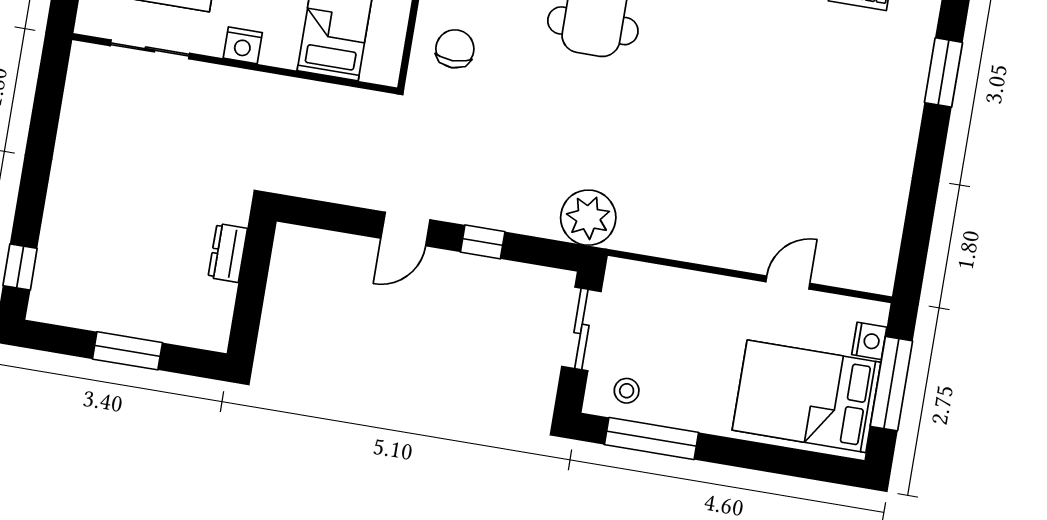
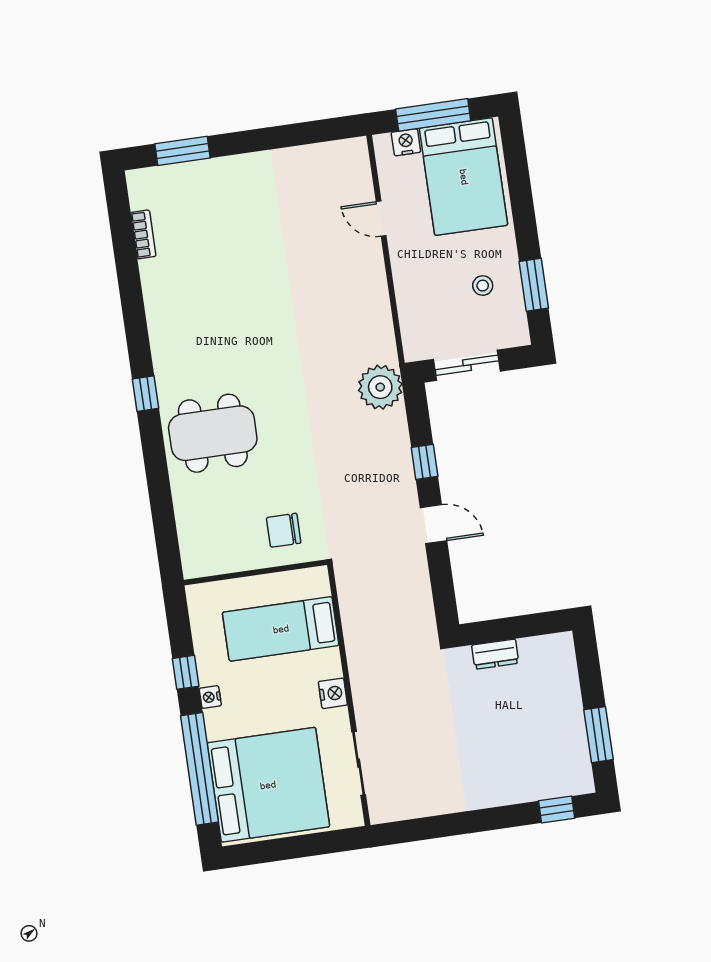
window: (127, 351) -> (599, 735), moved
stool: (627, 391) -> (483, 286), moved
window: (652, 439) -> (534, 285), width x0.69

